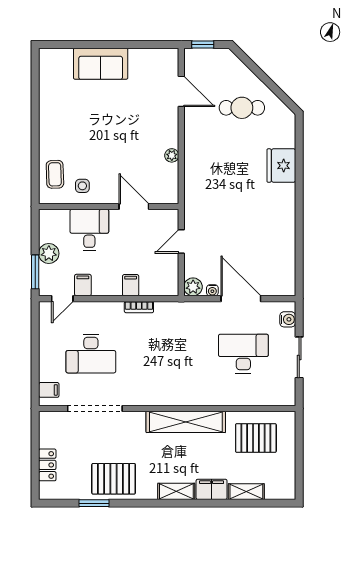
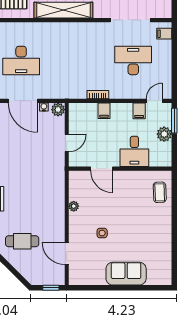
side table: (82, 186) -> (102, 233), moved

